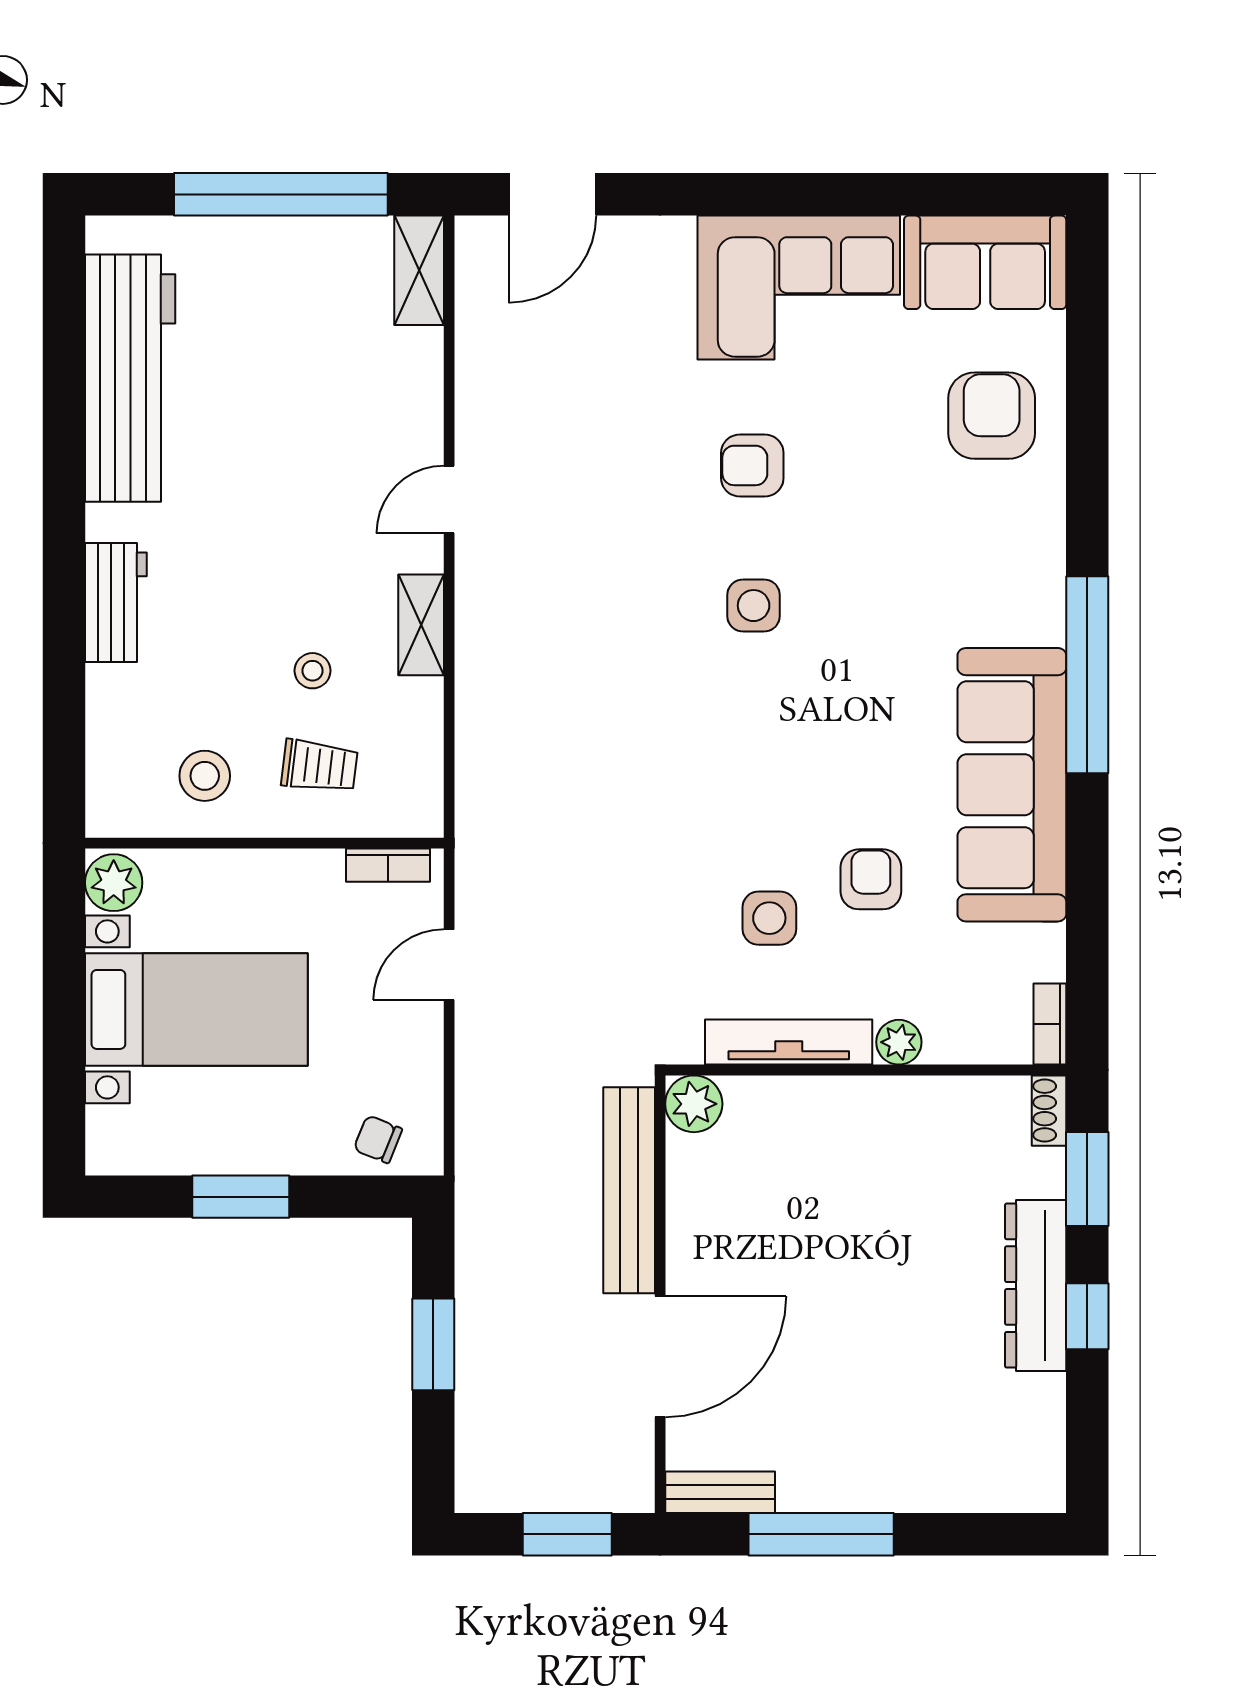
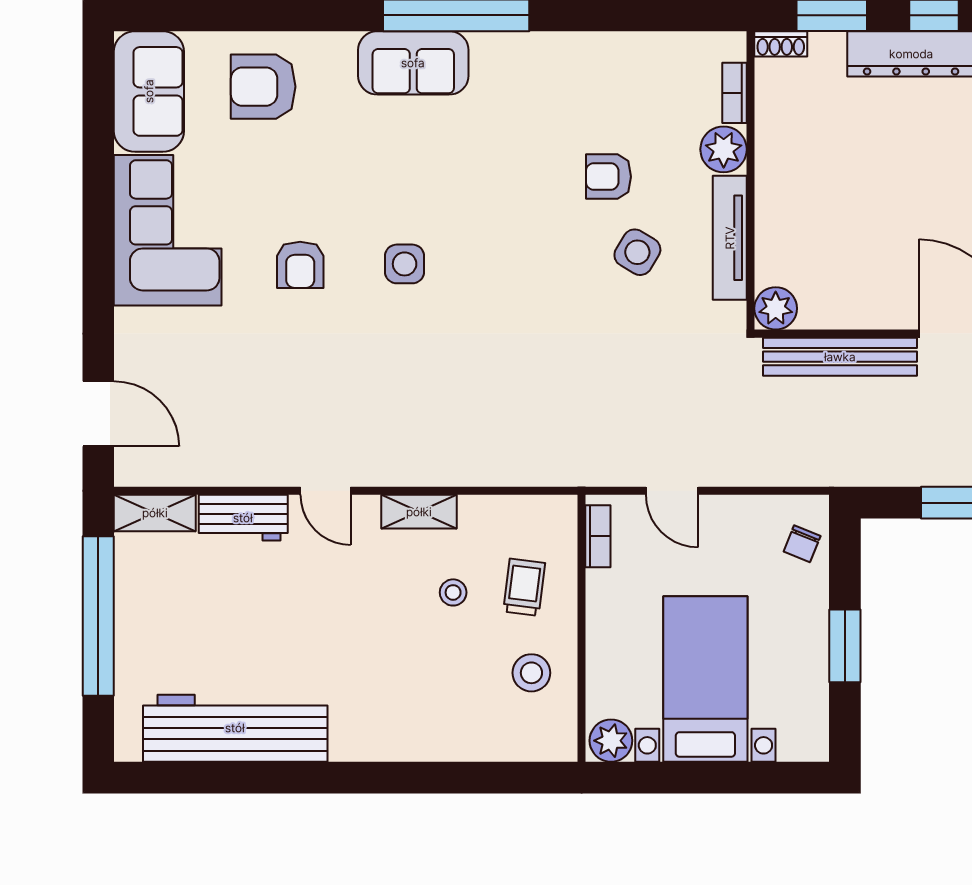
workbench: (116, 602) -> (243, 518), moved, turned 180
sofa: (1012, 785) -> (413, 63), moved, width x0.54, depth x0.79
side table: (769, 918) -> (637, 252), turned 31
bookcase: (1050, 1024) -> (734, 93), moved, turned 90
plant: (899, 1042) -> (724, 149), width x1.38, depth x1.38

